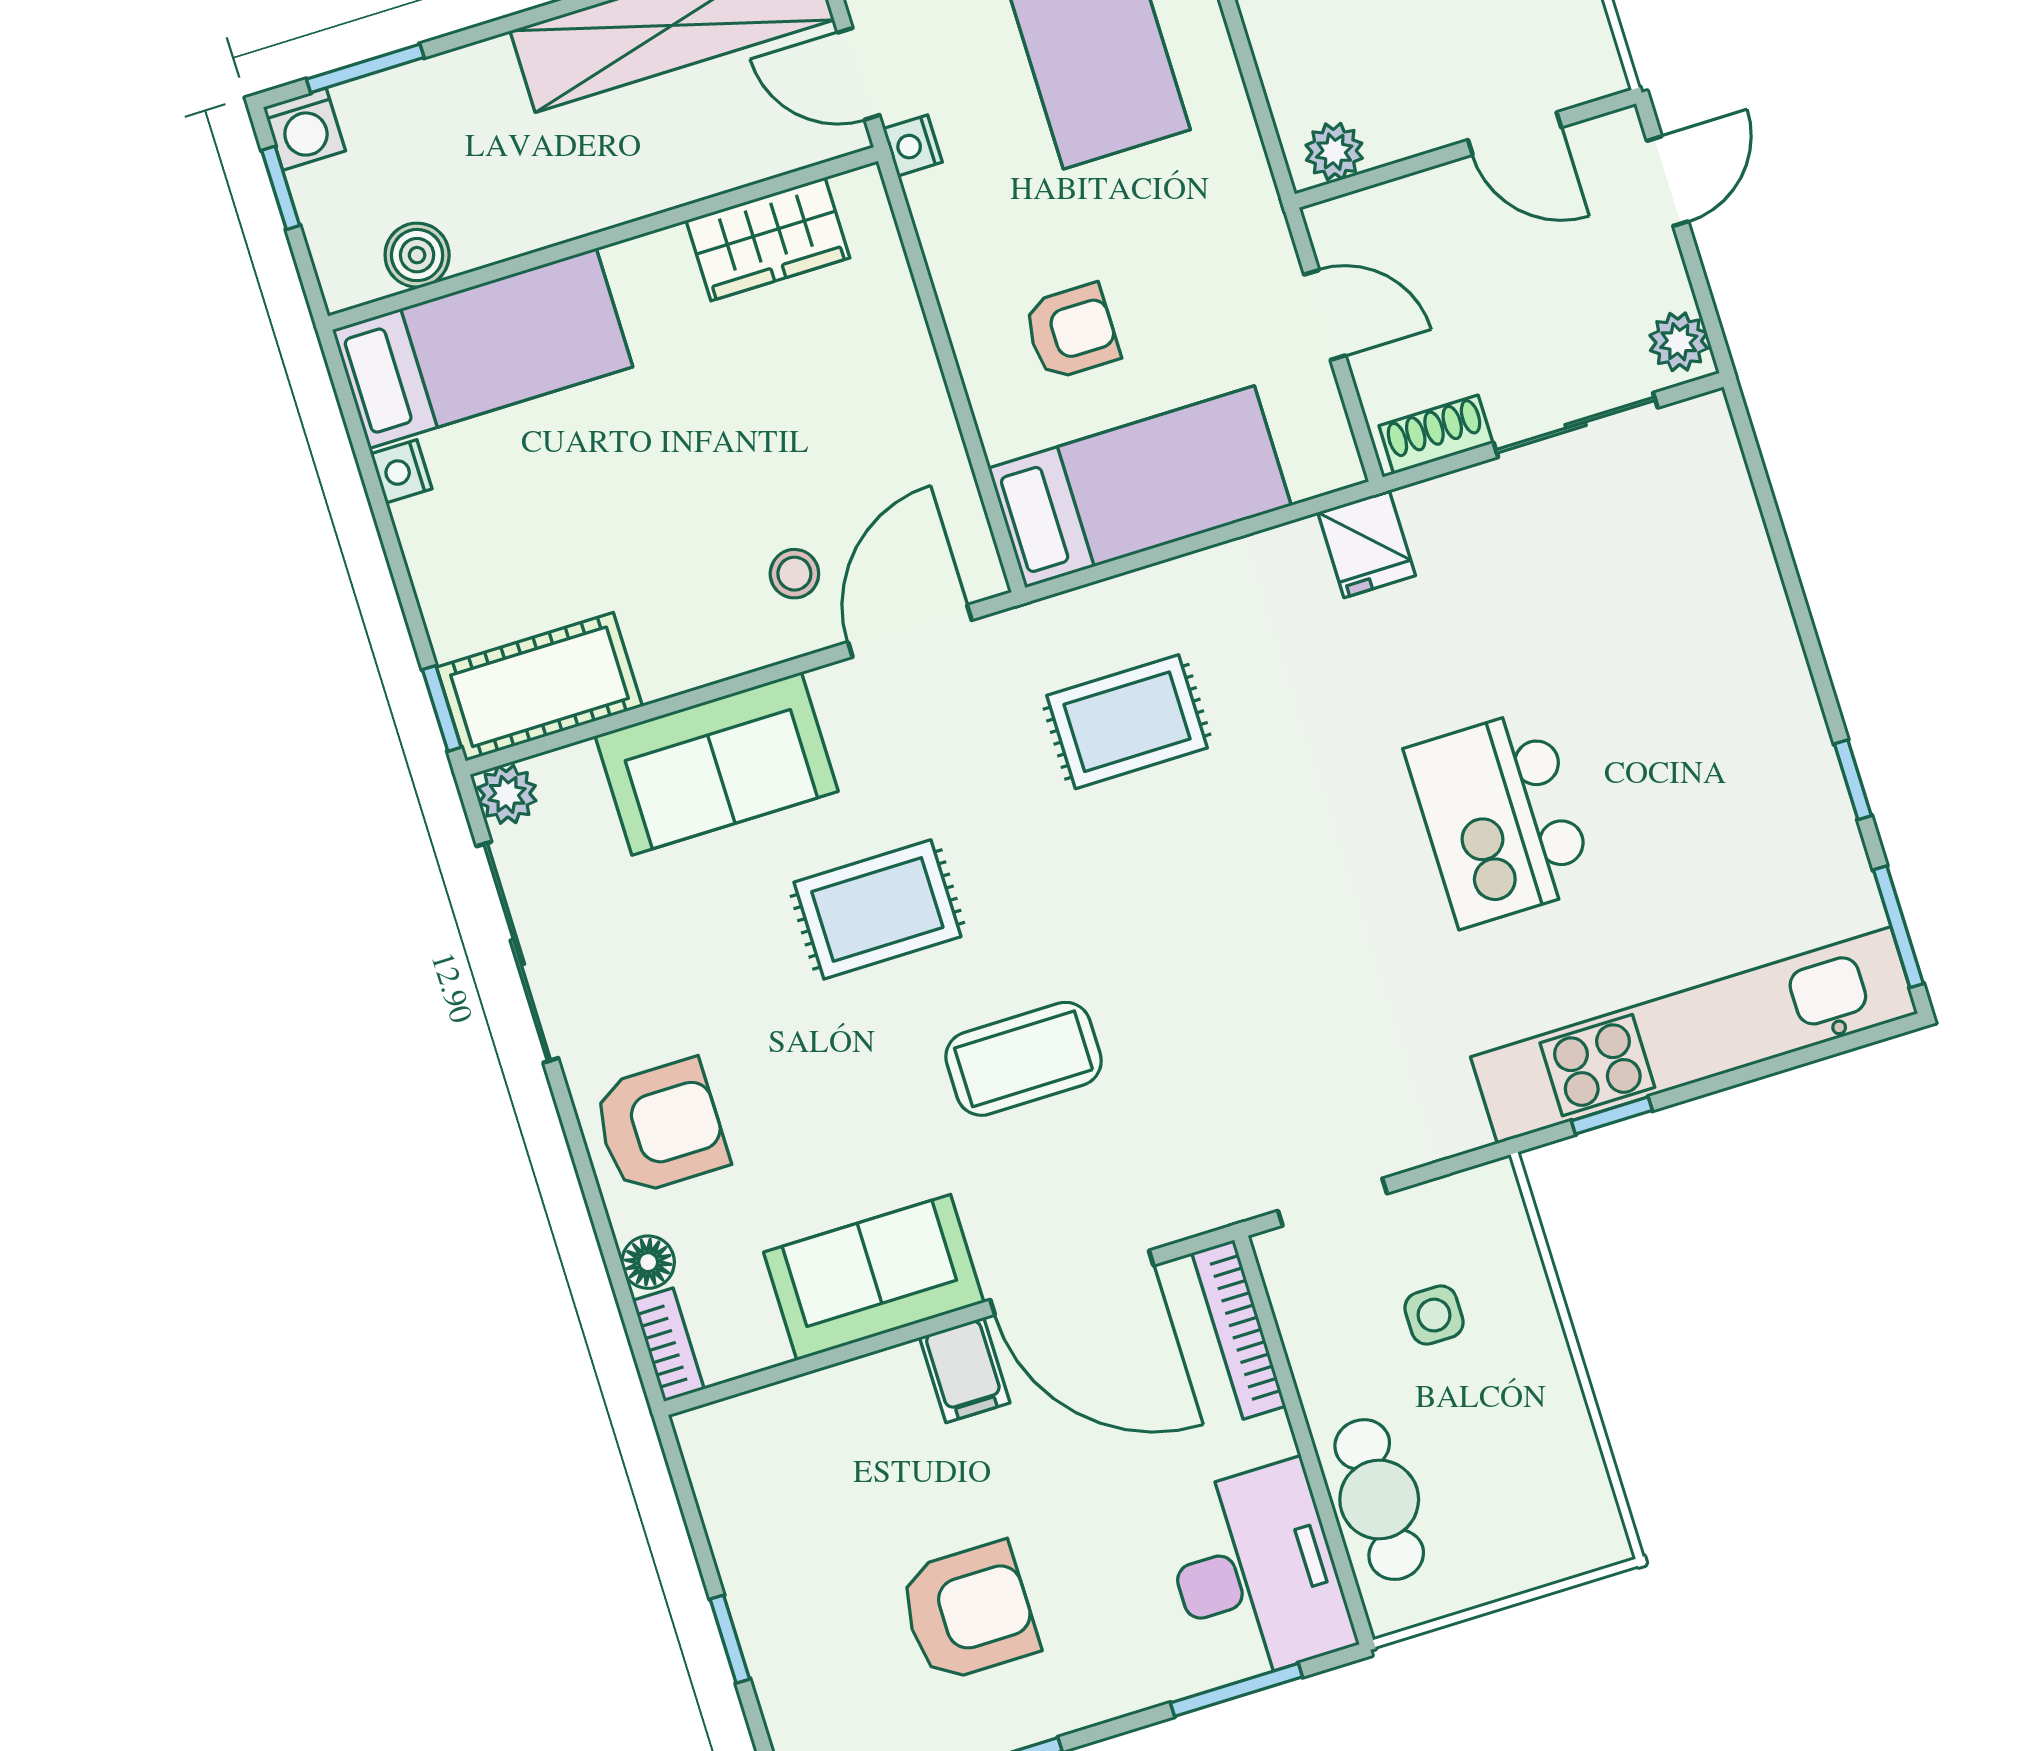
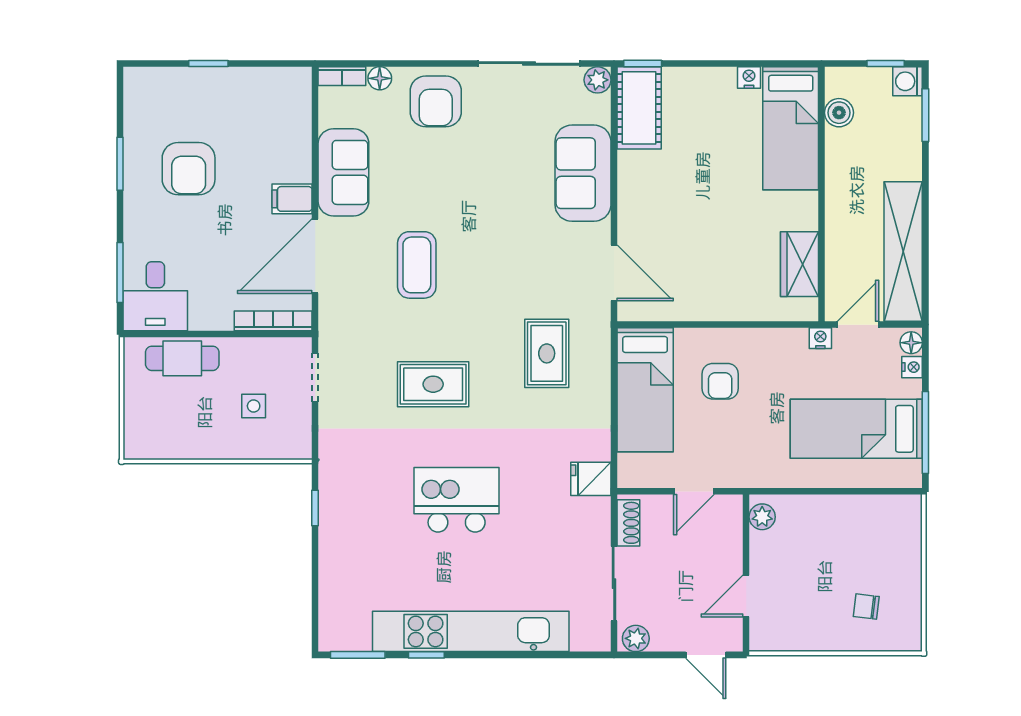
stool: (794, 574) -> (654, 231), removed
rug: (877, 909) -> (433, 384), moved, turned 90
kitchen unit: (1694, 1035) -> (471, 631), moved, turned -90
desk: (1256, 1573) -> (155, 296), width x0.73

